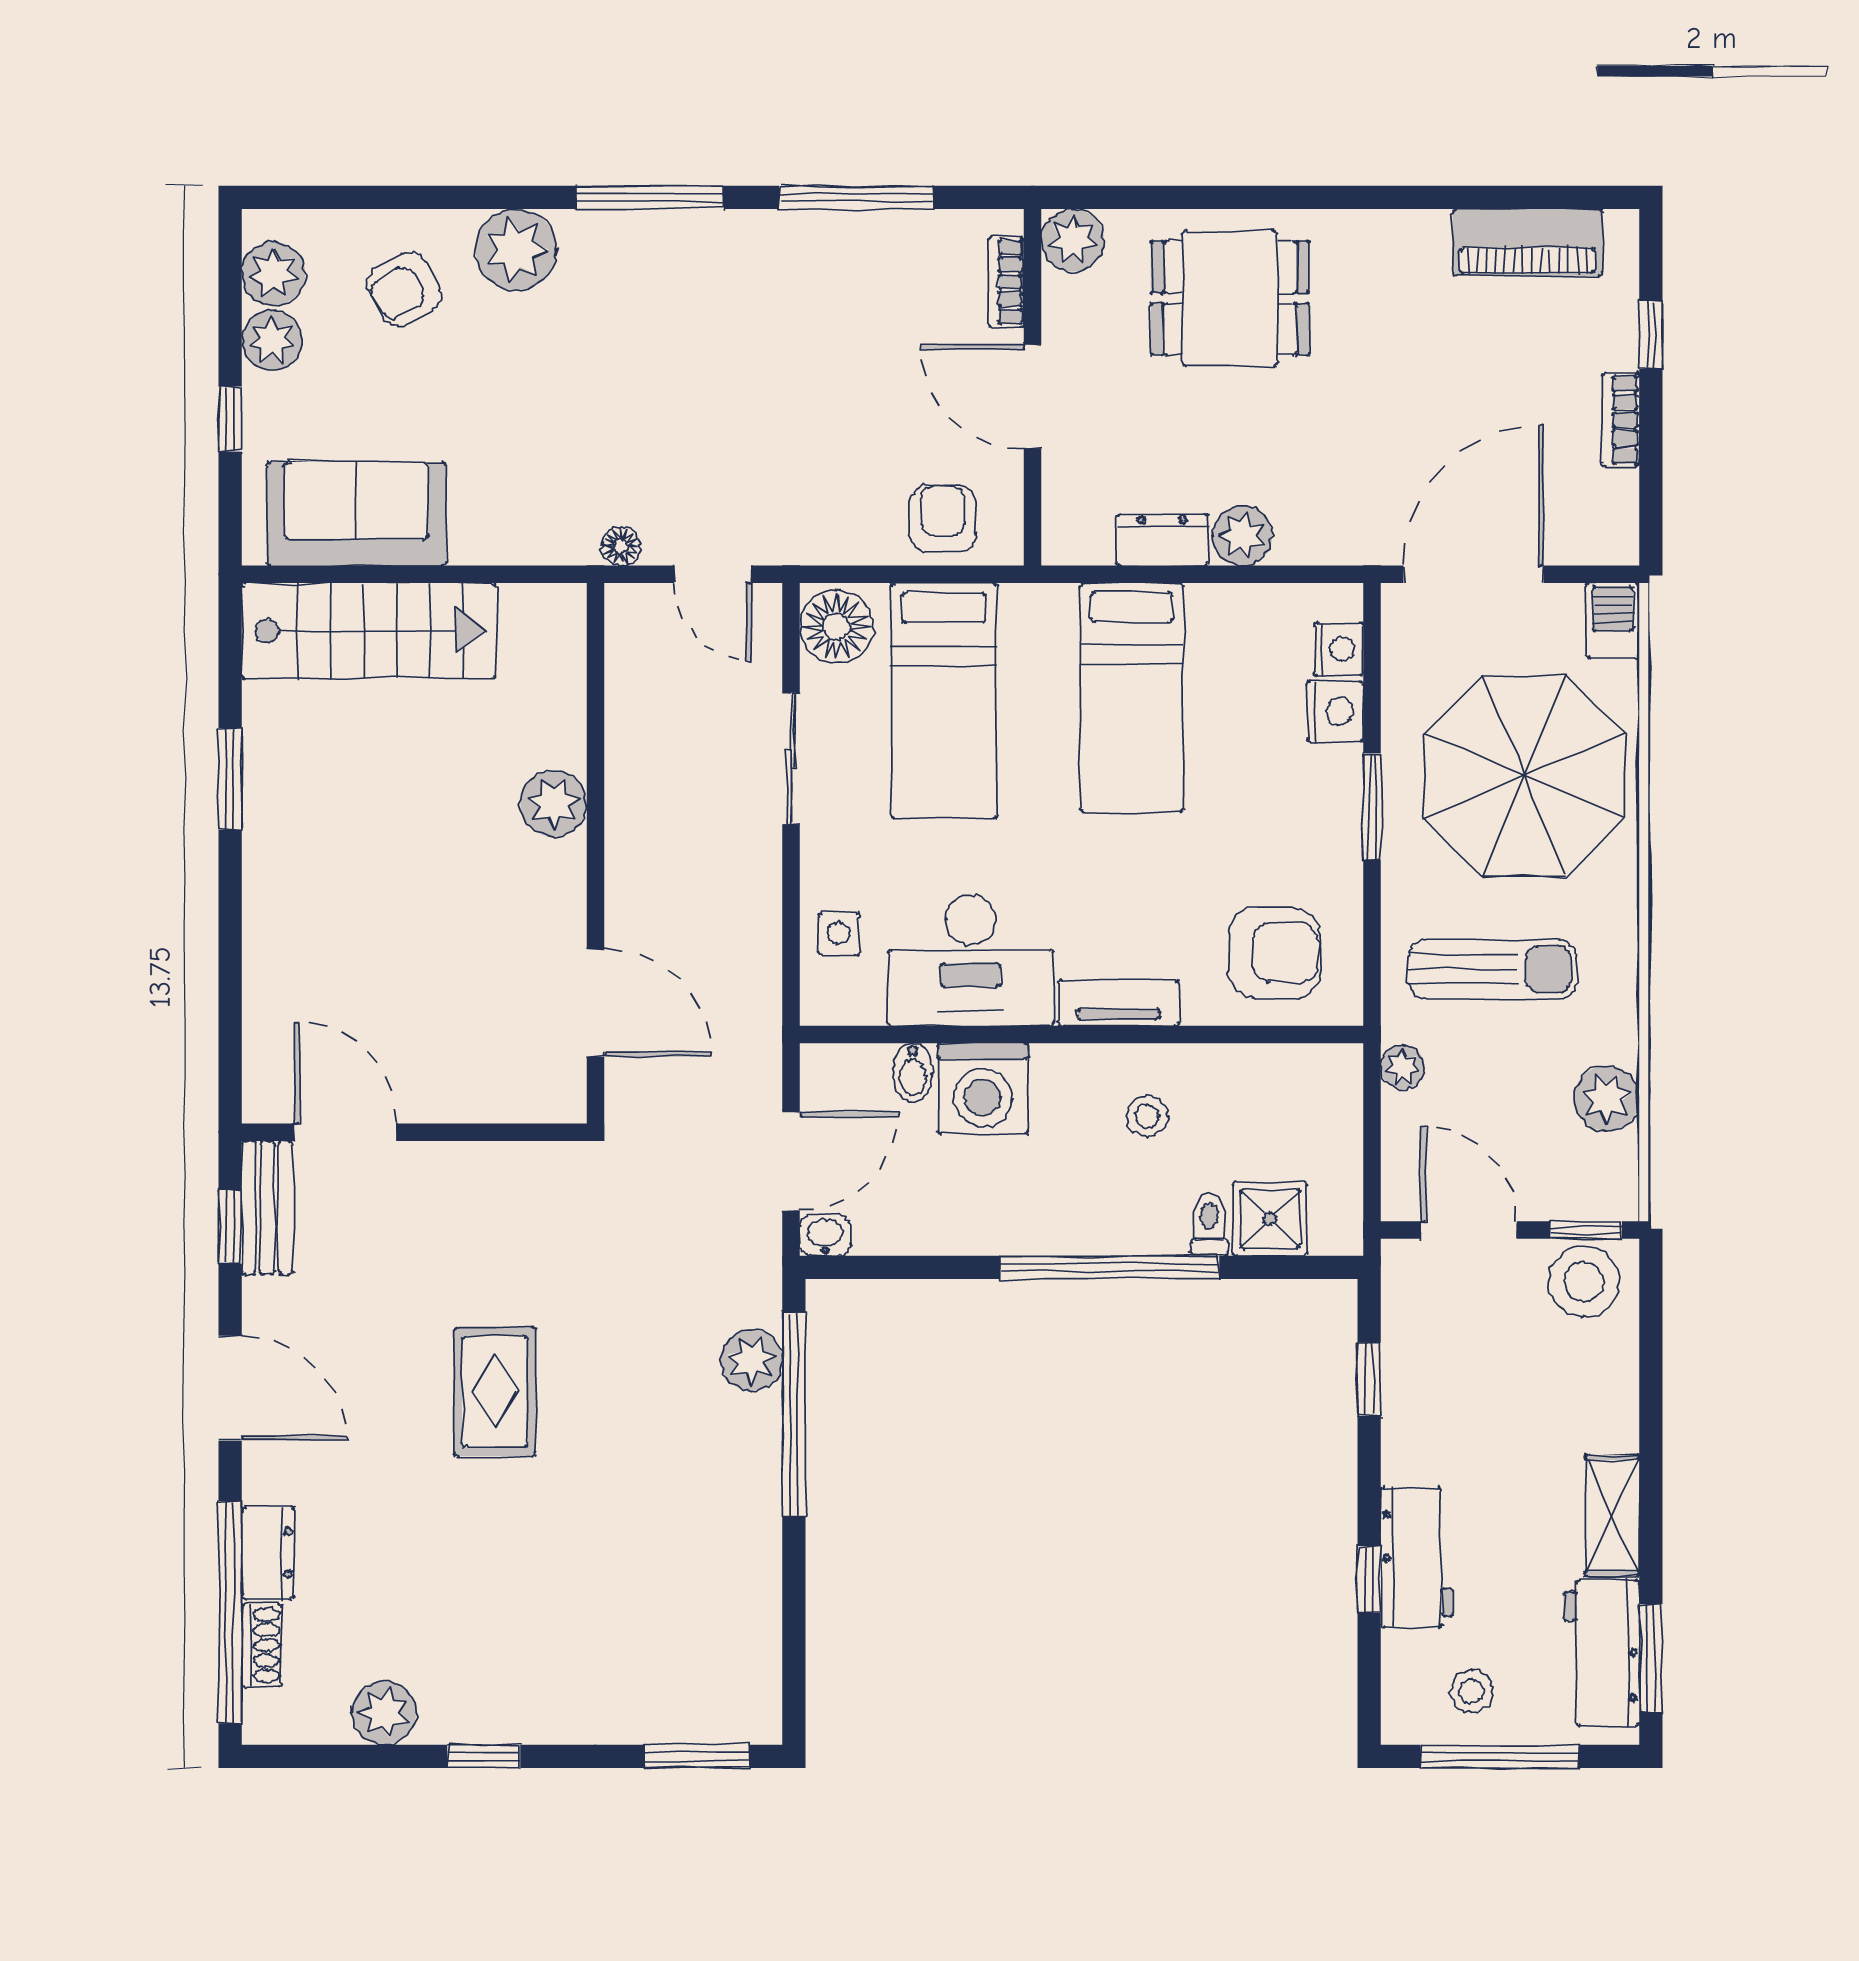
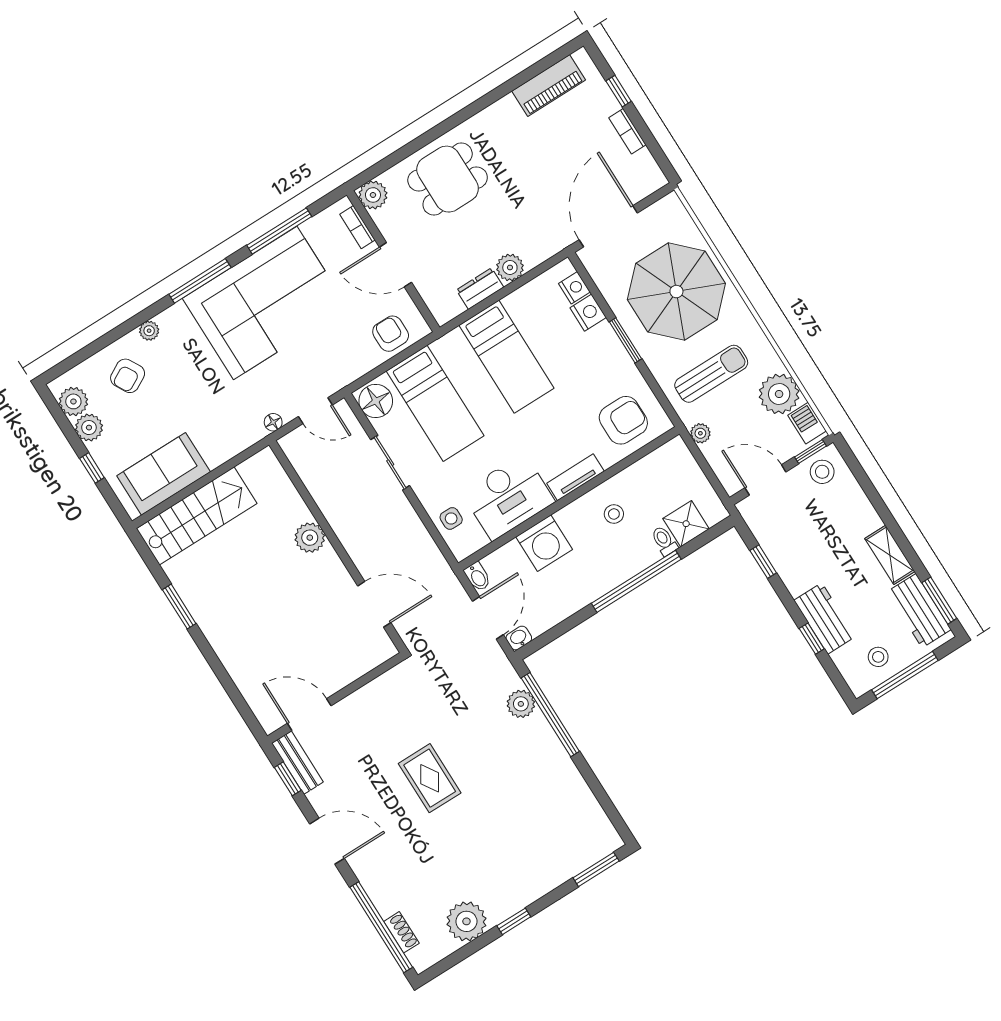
plant: (516, 250) -> (149, 331), width x0.53, depth x0.53
corner sofa: (746, 315) -> (265, 303), added
barbecue: (1613, 621) -> (807, 423), moved
bidet: (913, 1073) -> (477, 577), moved
plant: (1607, 1098) -> (779, 394), width x1.36, depth x1.36
stool: (1584, 1281) -> (822, 472), width x0.73, depth x0.73
dresser: (268, 1553) -> (381, 895), removed
plant: (384, 1713) -> (466, 921), width x1.36, depth x1.36

